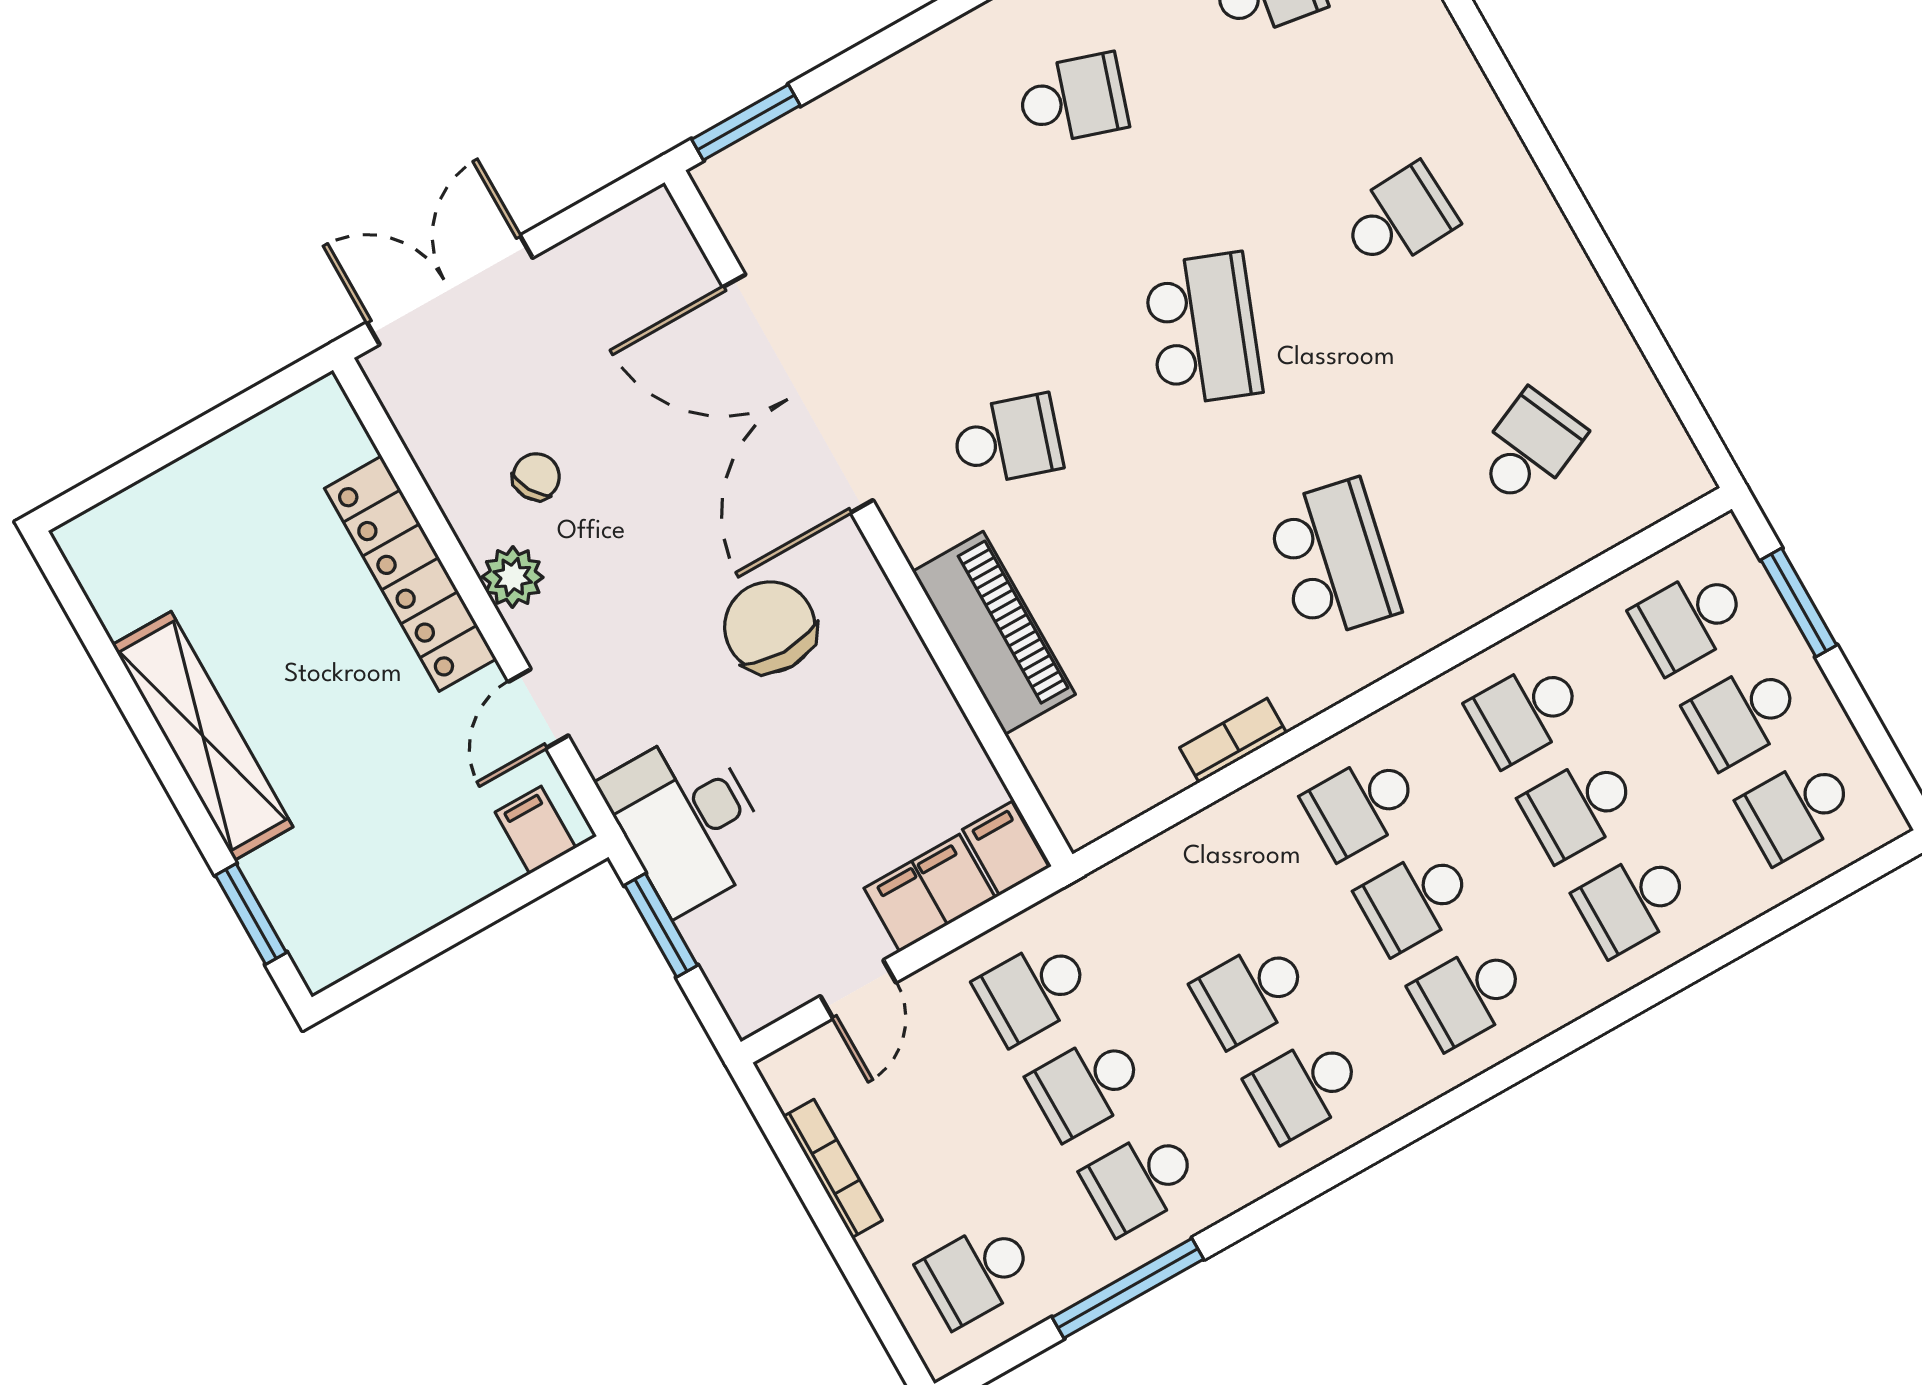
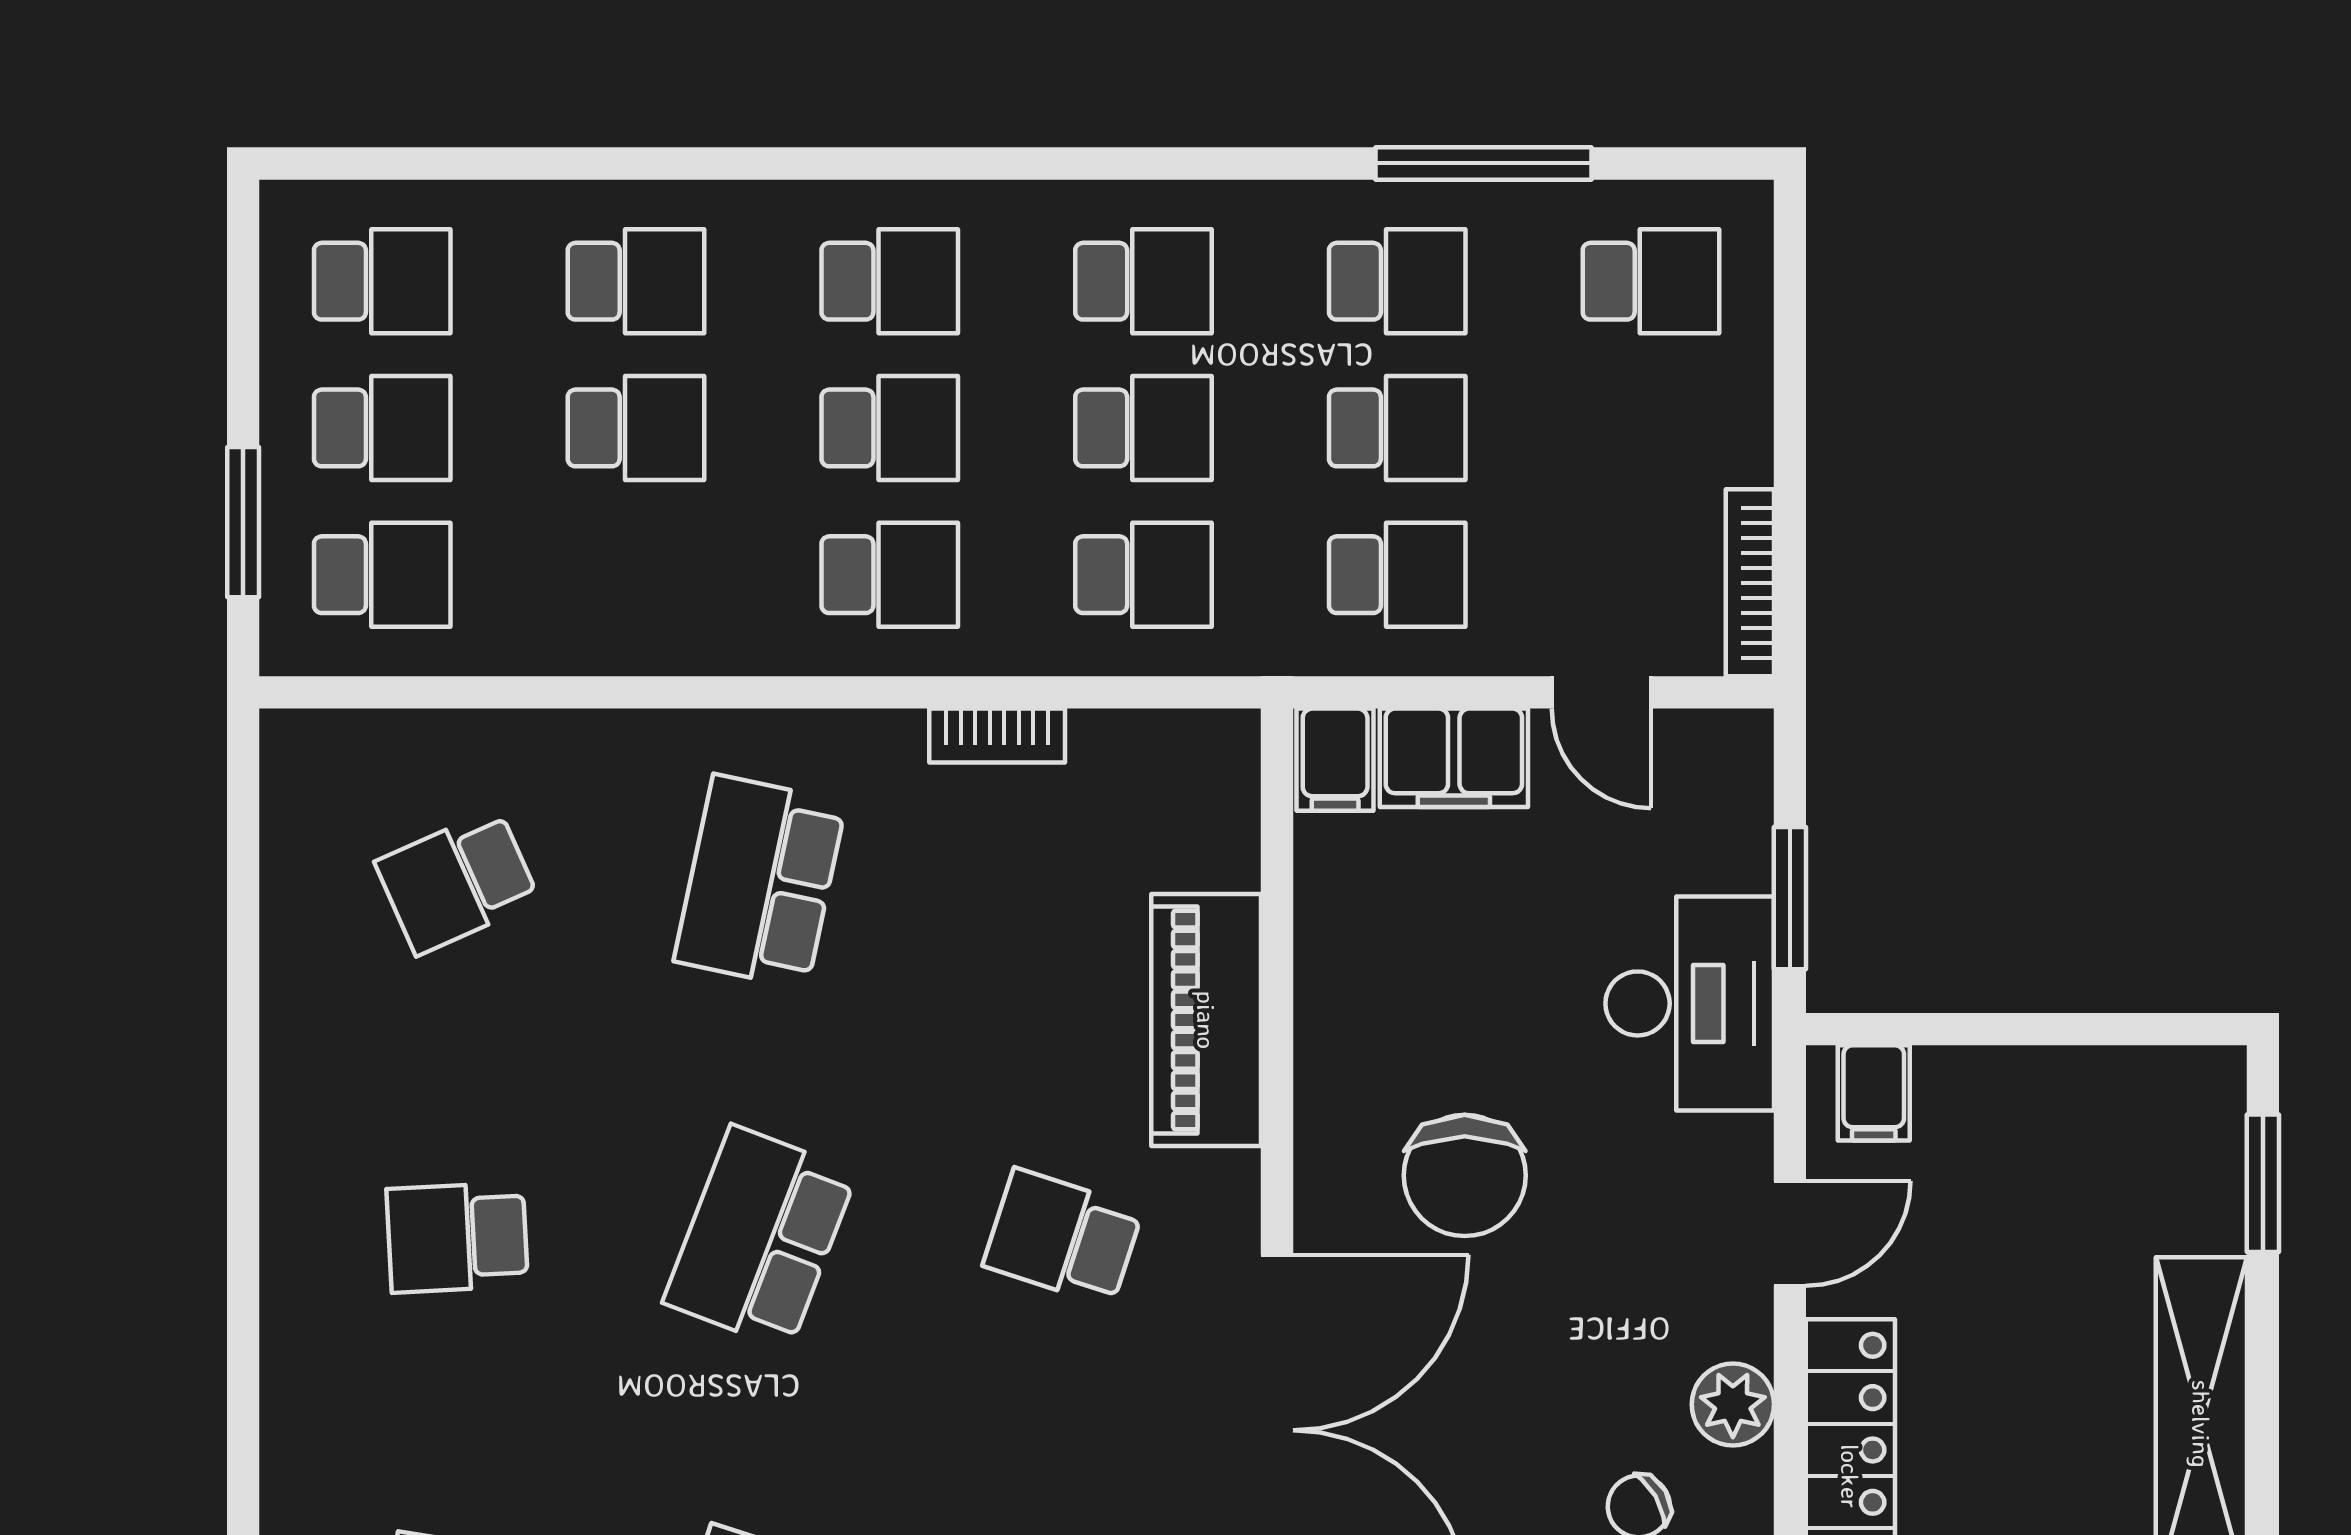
school desk: (1526, 712) -> (1143, 575), moved
door: (858, 989) -> (1601, 692), swing flipped
bookcase: (833, 1169) -> (1750, 583), moved

